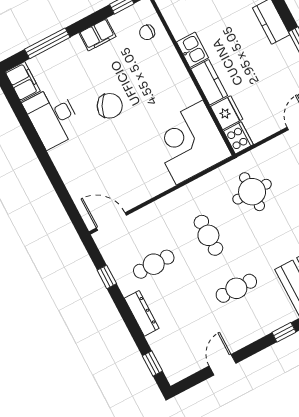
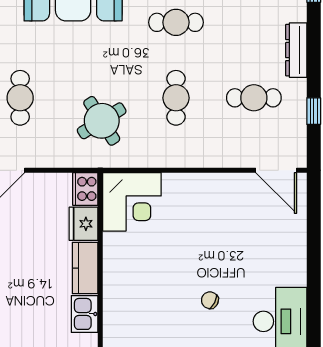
chair: (110, 106) -> (210, 300), width x0.54, depth x0.54
corner desk: (190, 143) -> (132, 202), width x0.74, depth x0.74
round table: (252, 192) -> (102, 121), turned -32

